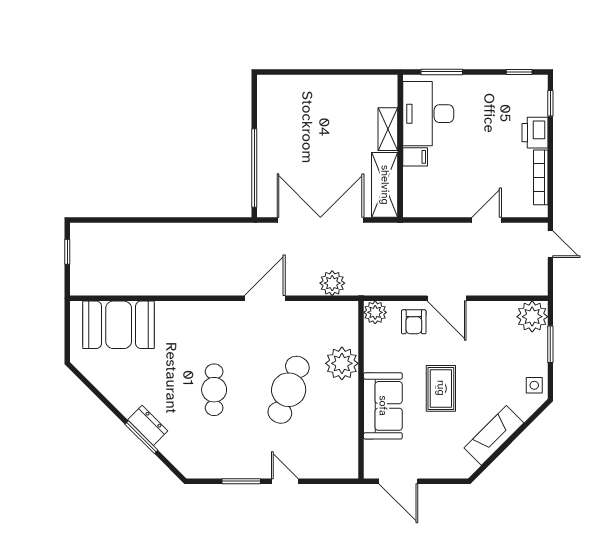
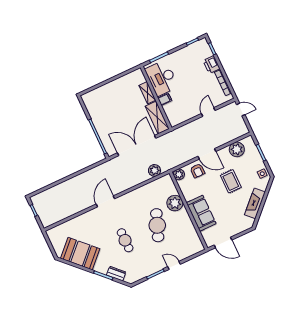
door: (265, 298) -> (105, 201), moved
plant: (532, 317) -> (237, 149), moved
booth: (119, 325) -> (80, 254), moved, turned 45
rug: (441, 388) -> (231, 181), moved
dresser: (148, 425) -> (116, 274), moved

